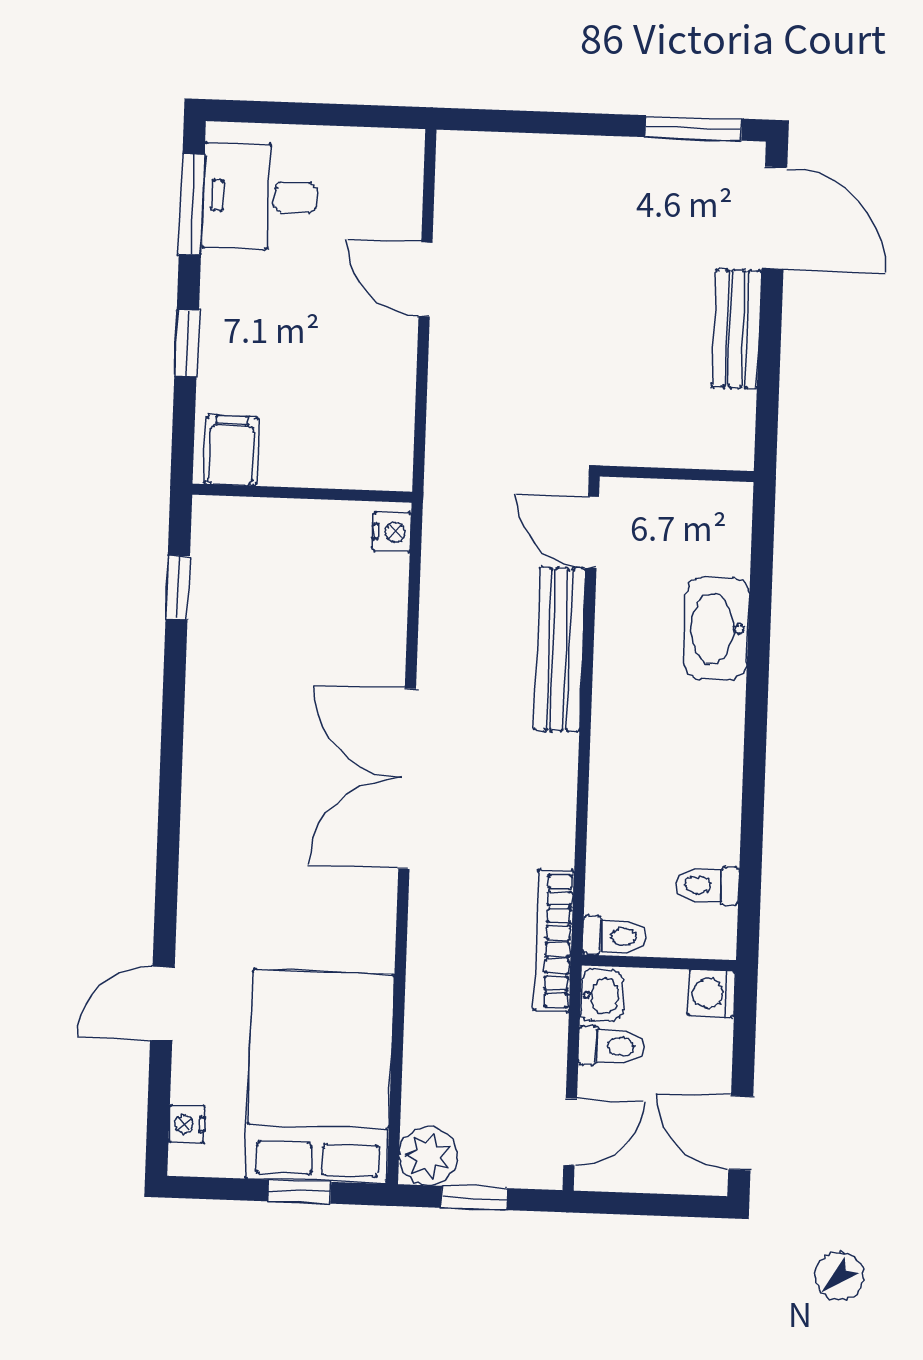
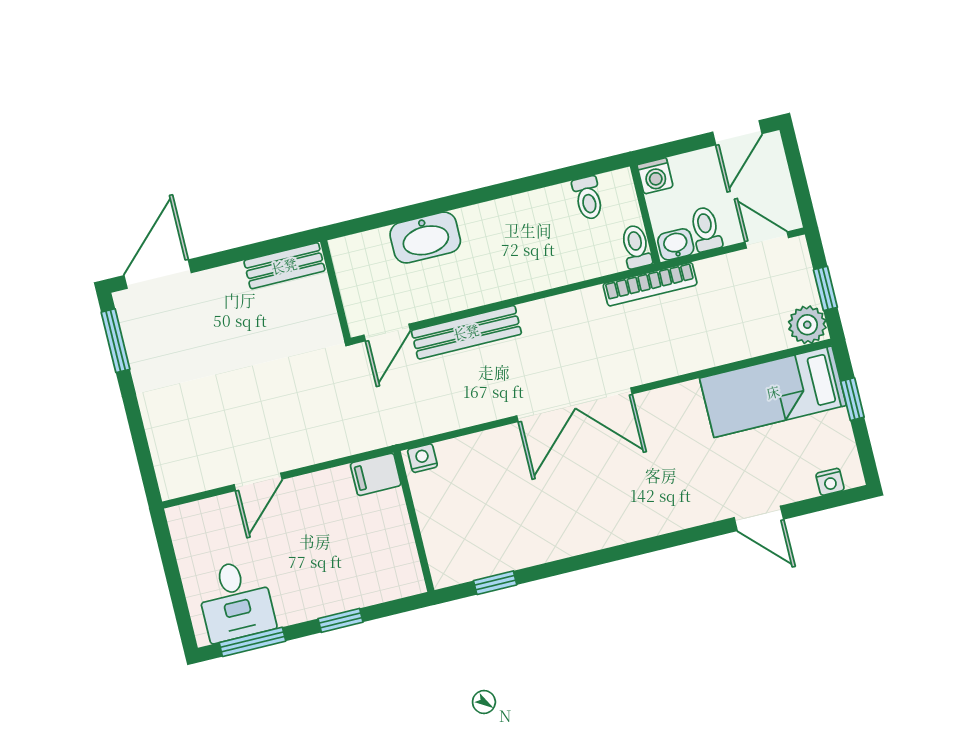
bench: (737, 329) -> (284, 266), moved
filing cabinet: (231, 450) -> (376, 474), moved
bed: (320, 1077) -> (773, 392), width x0.67

